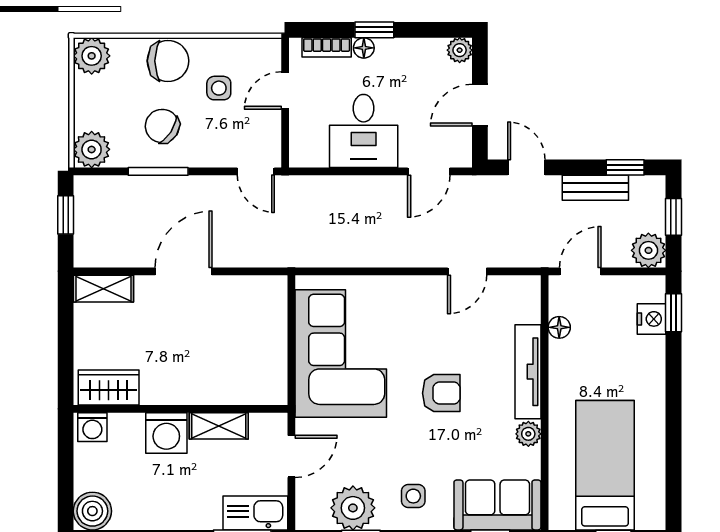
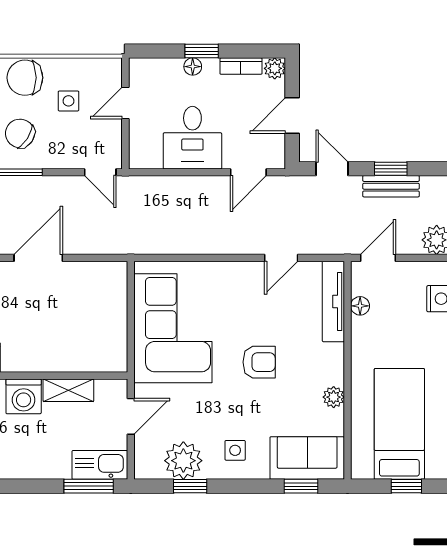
bookcase: (327, 47) -> (241, 66), moved
chair: (168, 61) -> (25, 78), turned 180
window: (625, 167) -> (391, 169), moved
tv unit: (528, 372) -> (333, 301), moved

